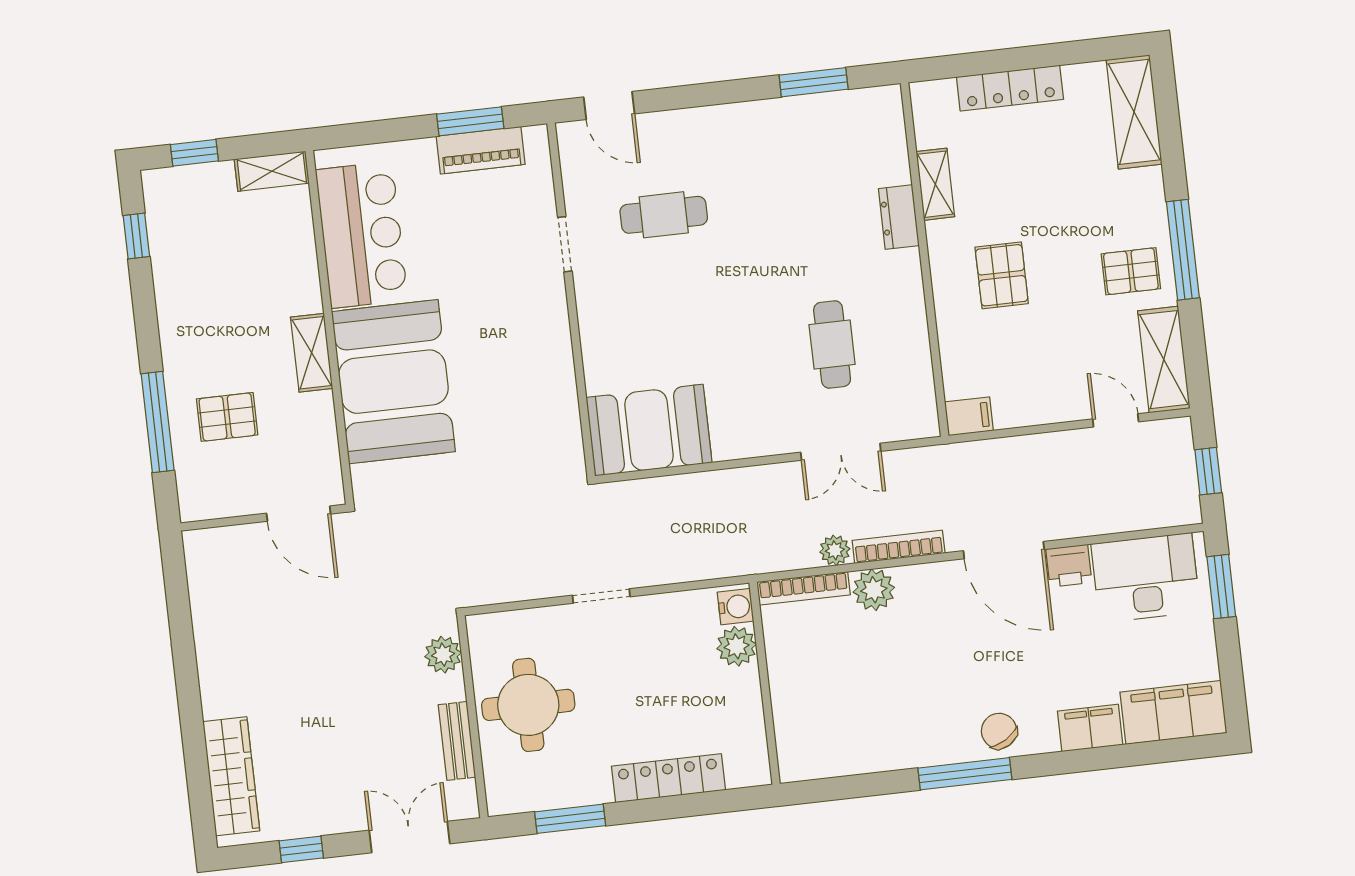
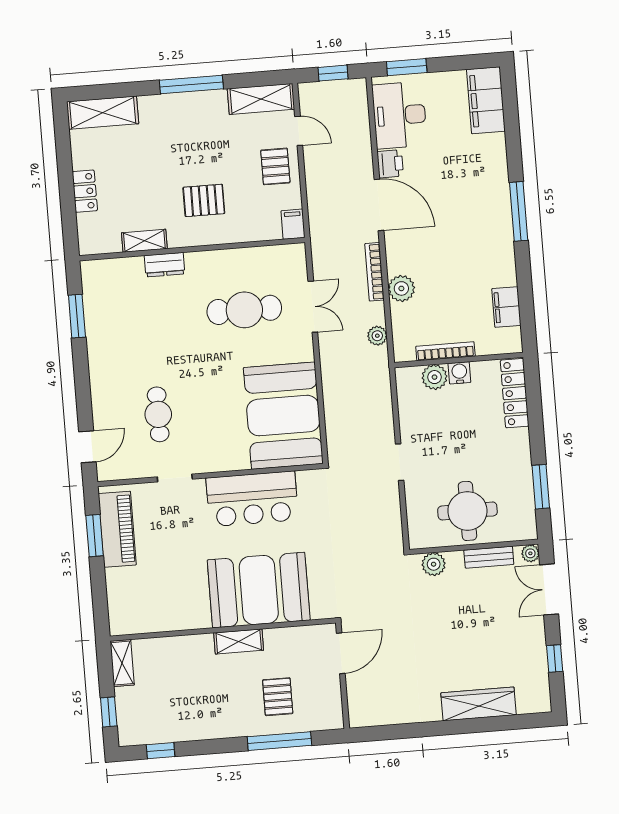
locker: (1010, 88) -> (85, 191), width x0.66
piano: (481, 150) -> (117, 529), width x1.37, depth x1.33
bar counter: (362, 235) -> (252, 499), moved, turned 180
pallet: (1131, 271) -> (275, 166), moved
cafe table: (832, 344) -> (244, 310), width x1.37, depth x1.35
door: (1116, 420) -> (299, 131), swing flipped
booth: (649, 430) -> (283, 416), width x1.36, depth x1.42
plant: (835, 550) -> (377, 336), moved
door: (1004, 550) -> (379, 205), hinge flipped
bookcase: (804, 588) -> (445, 351), moved, turned -90
water cooler: (736, 607) -> (459, 373), moved
filing cabinet: (1090, 728) -> (506, 307), moved
chair: (999, 731) -> (494, 212), removed
window: (965, 774) -> (519, 211), moved
wardrobe: (231, 776) -> (479, 704), moved
locker: (668, 778) -> (515, 393), moved
plant: (465, 806) -> (530, 553), added

